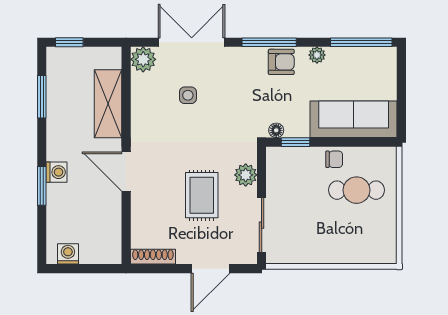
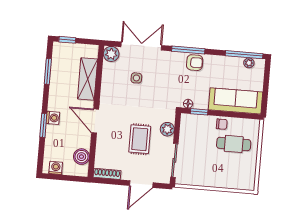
plant: (317, 55) -> (249, 63), moved
boiler: (109, 232) -> (81, 157), added

